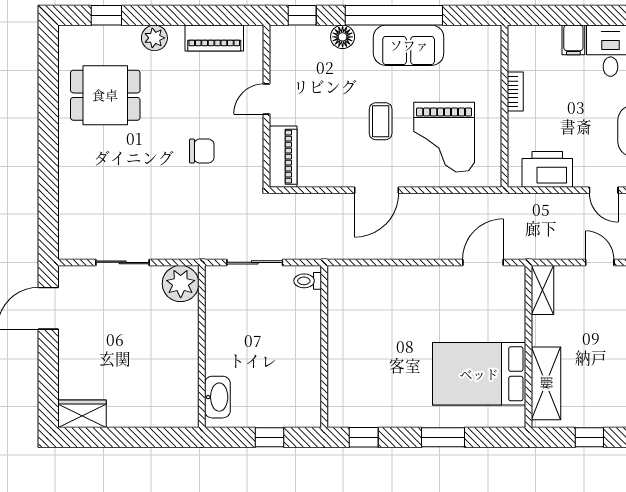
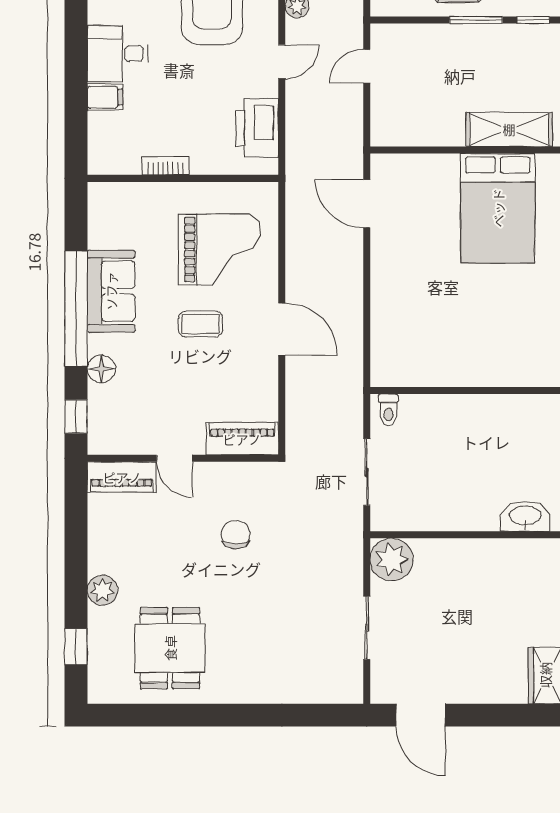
piano: (214, 38) -> (122, 477), moved, turned 90
shelving: (542, 290) -> (399, 134), removed

